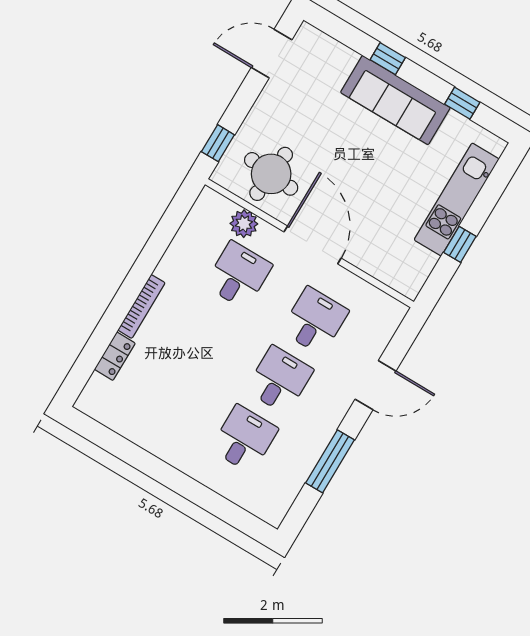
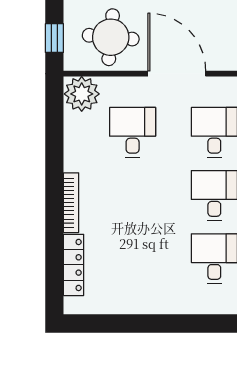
plant: (244, 224) -> (82, 94), moved, width x1.36, depth x1.36
locker: (115, 356) -> (74, 265), width x1.53

